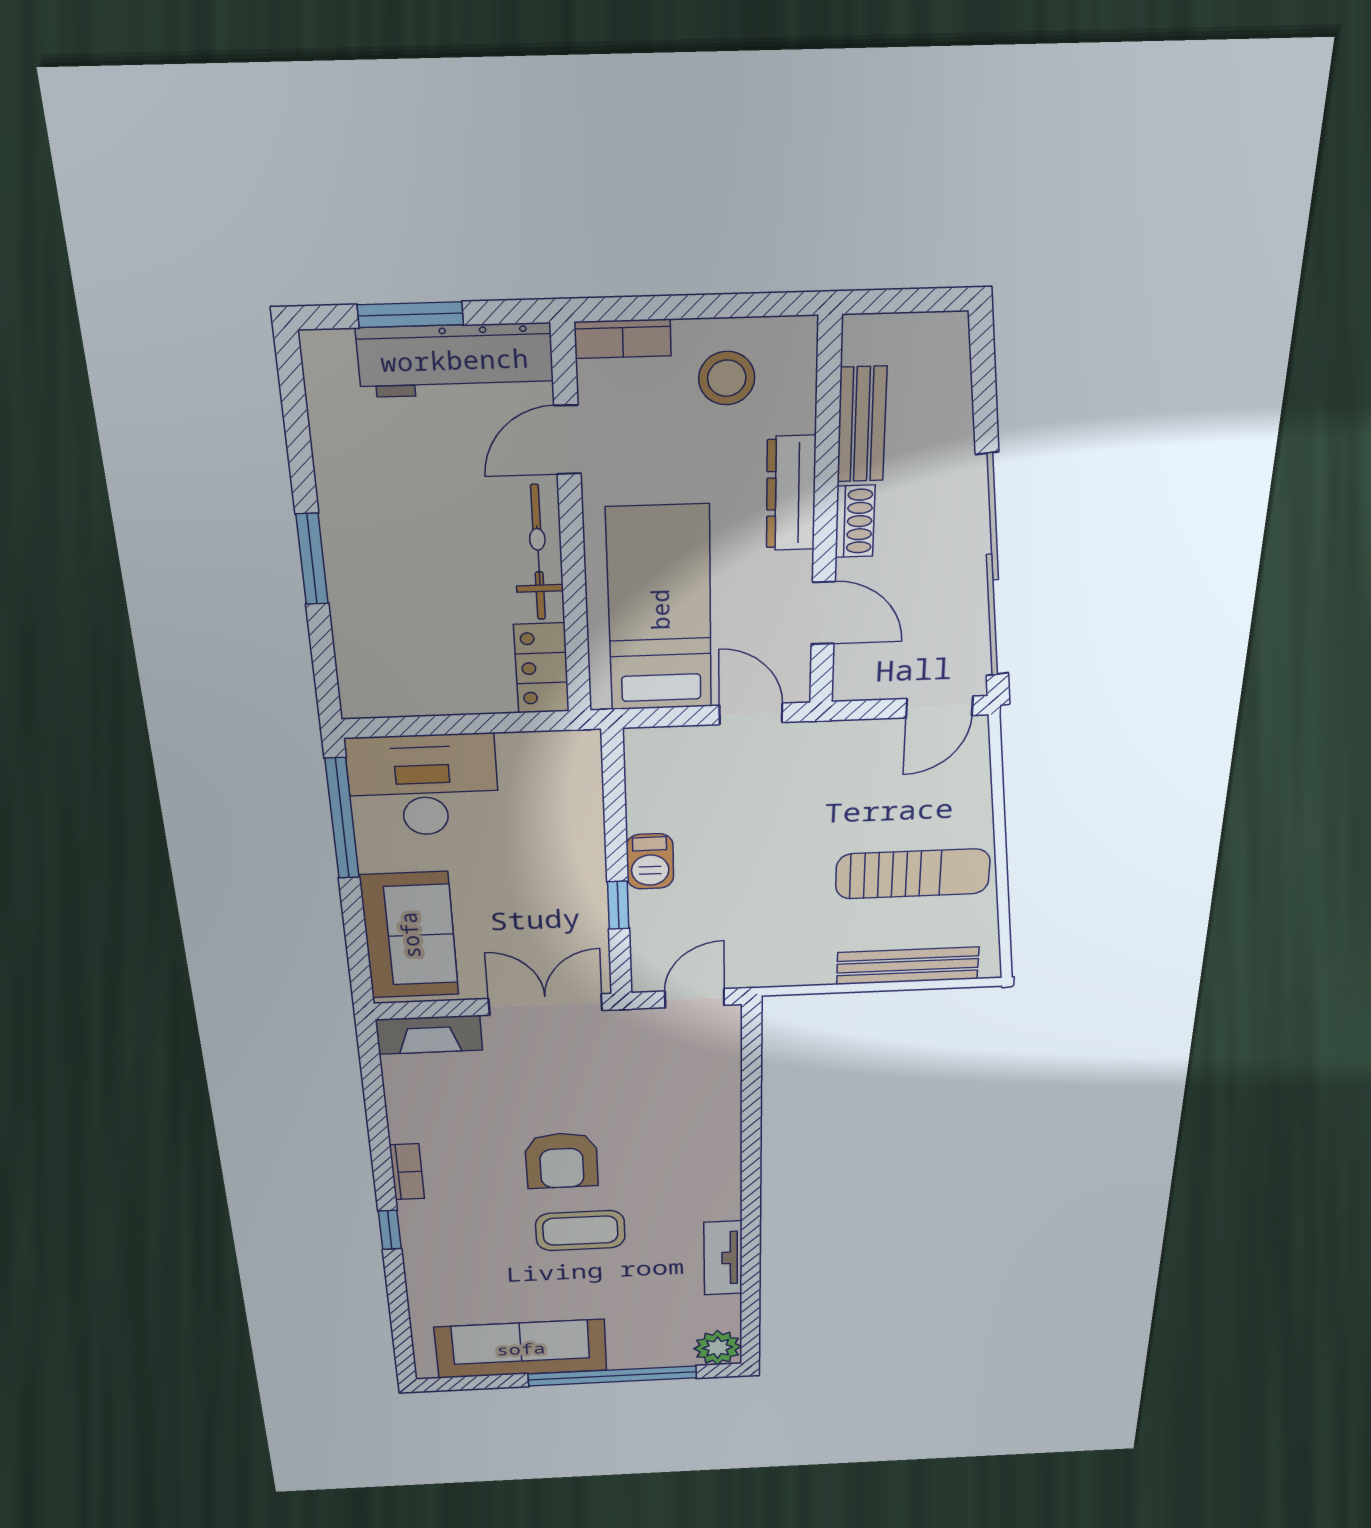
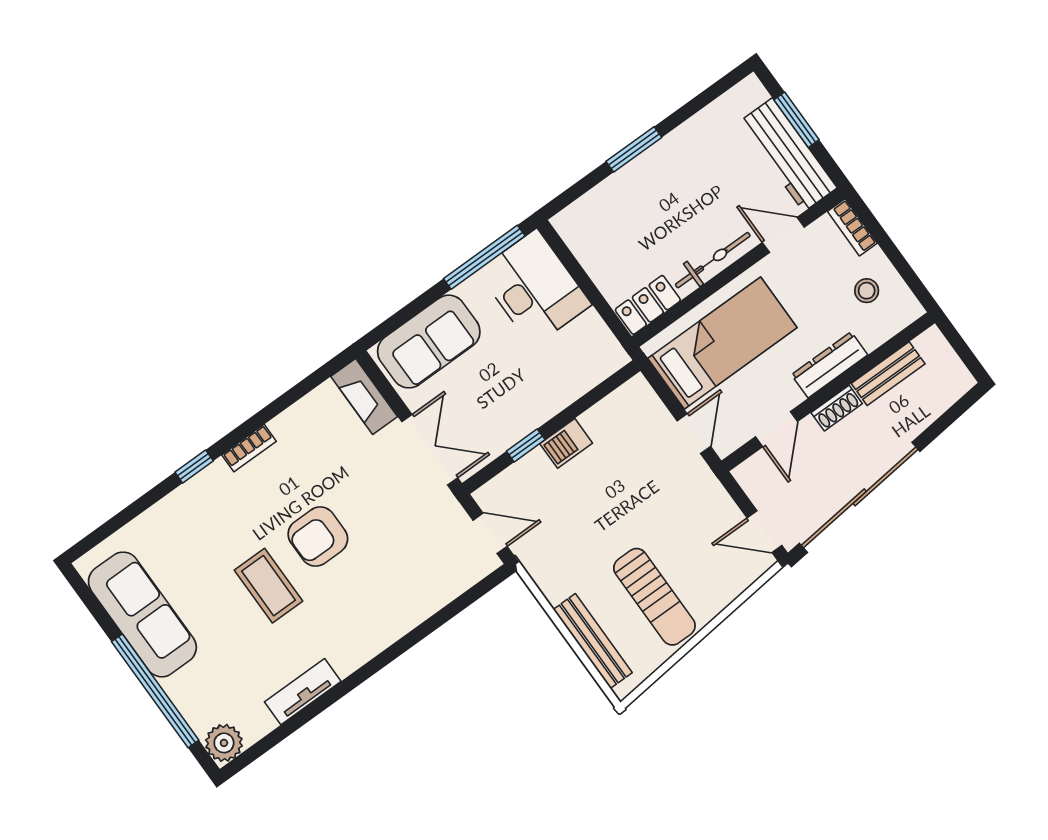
stool: (727, 378) -> (867, 291), width x0.73, depth x0.73

